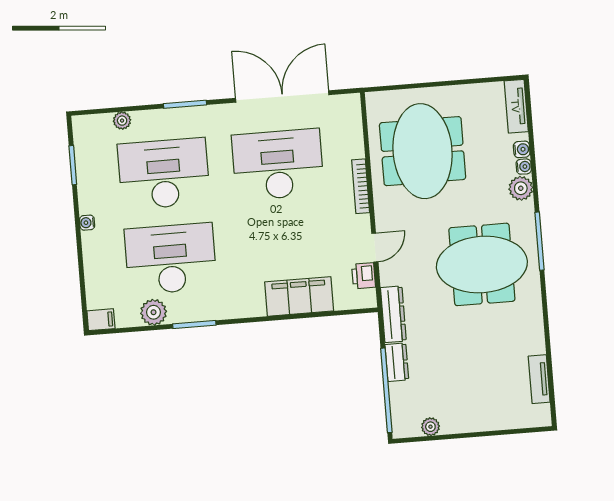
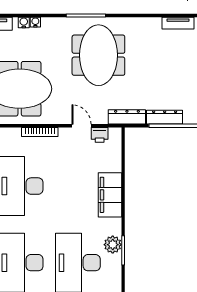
plant: (521, 188) -> (50, 25), removed
filing cabinet: (299, 296) -> (110, 195), moved
plant: (154, 312) -> (113, 245), moved
dresser: (397, 362) -> (165, 117), width x1.44

